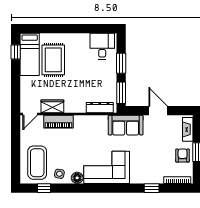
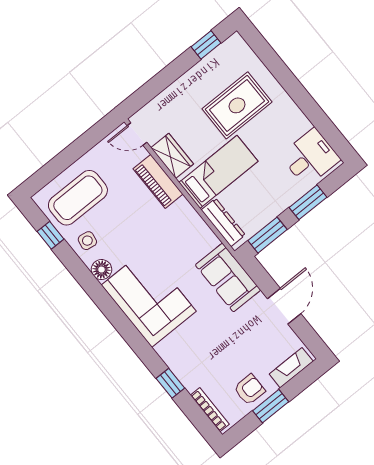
bed: (30, 54) -> (218, 172), moved, turned 180

